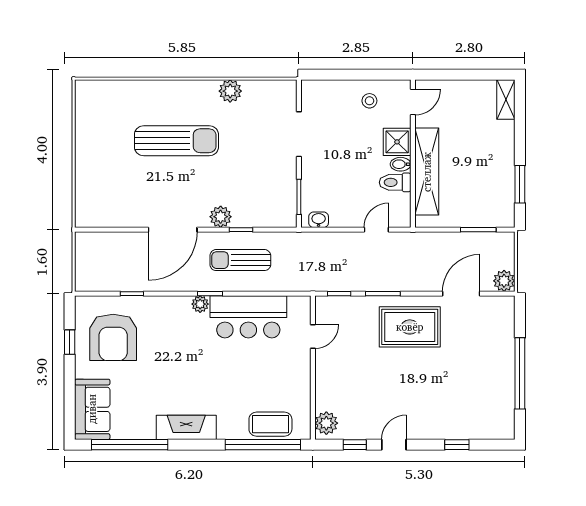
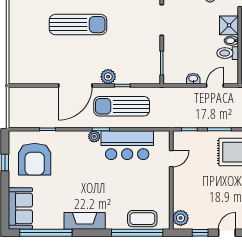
washbasin: (319, 220) -> (193, 79), moved
sun lounger: (240, 260) -> (122, 106), width x1.36, depth x1.34

